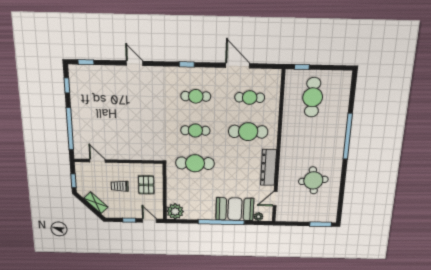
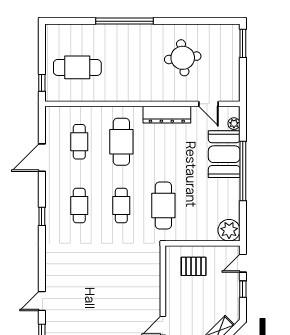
door: (135, 63) -> (42, 301), moved
trolley: (120, 186) -> (196, 299), removed

